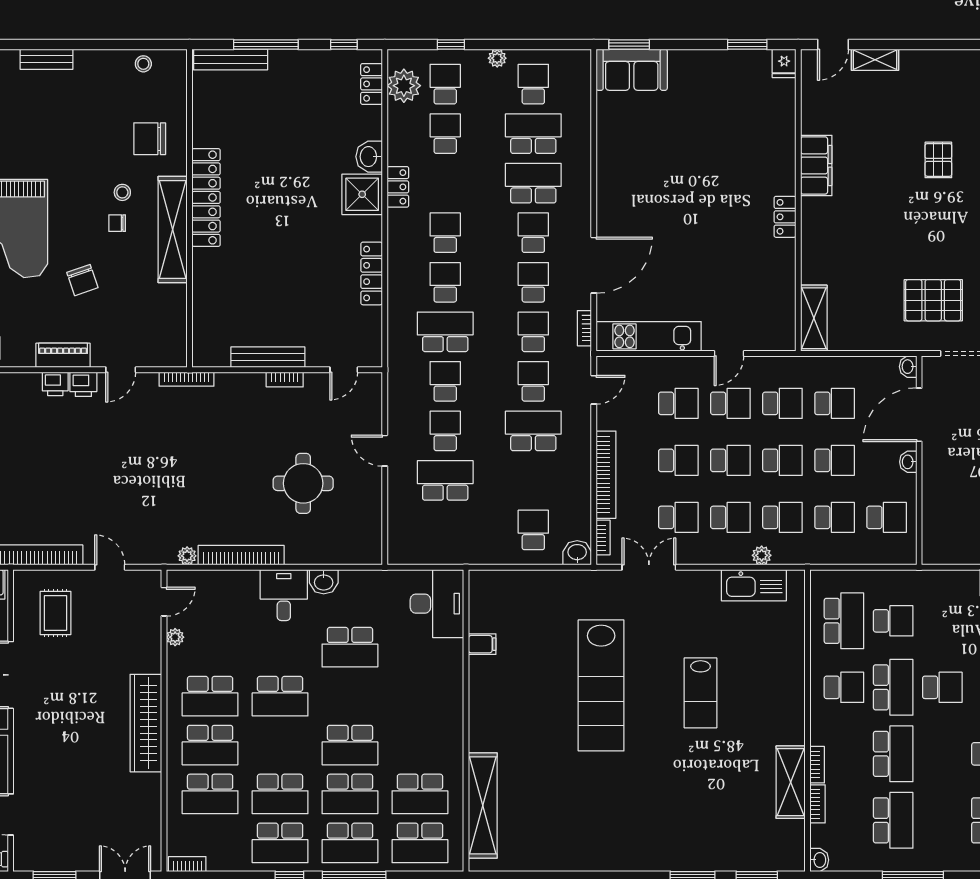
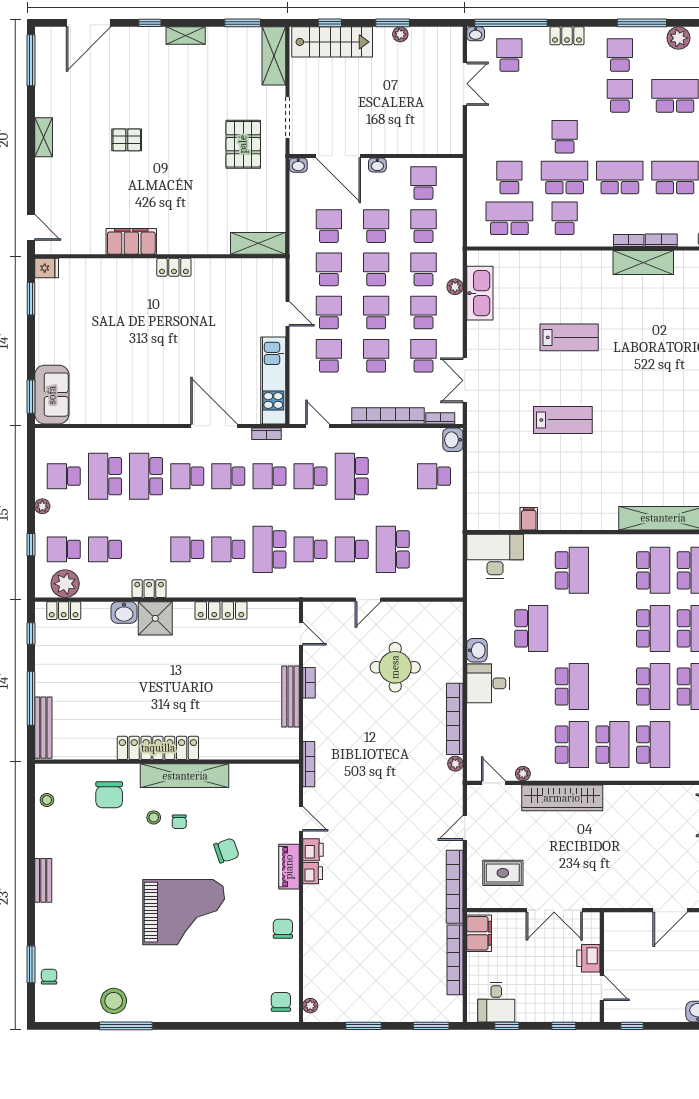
shelving: (875, 60) -> (44, 137), moved
lab bench: (601, 685) -> (563, 420), width x0.54, depth x0.72
wardrobe: (146, 723) -> (562, 798), moved
school desk: (350, 745) -> (572, 570), moved

